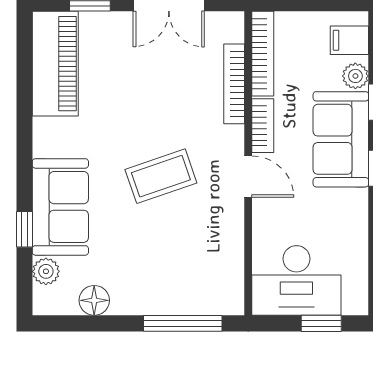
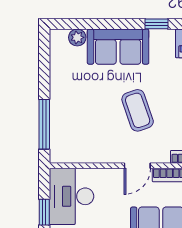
window: (24, 229) -> (157, 24), moved
floor lamp: (94, 300) -> (59, 68), removed

